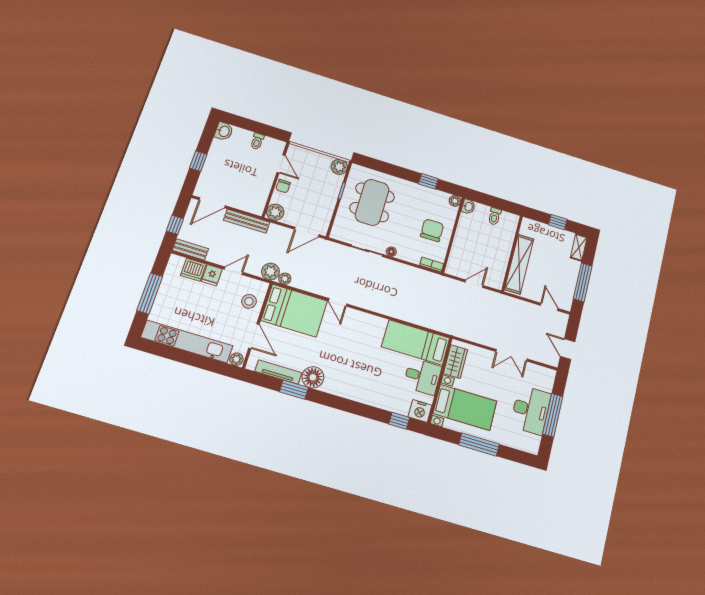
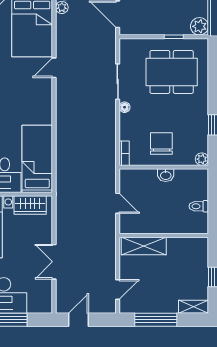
washbasin: (468, 207) -> (166, 175), moved
chair: (432, 230) -> (161, 143), turned -90
shelving: (519, 264) -> (144, 246), width x0.68

